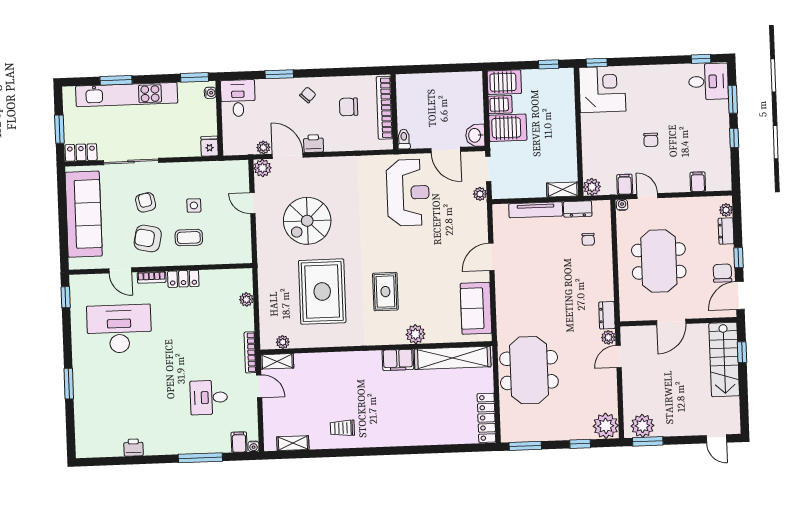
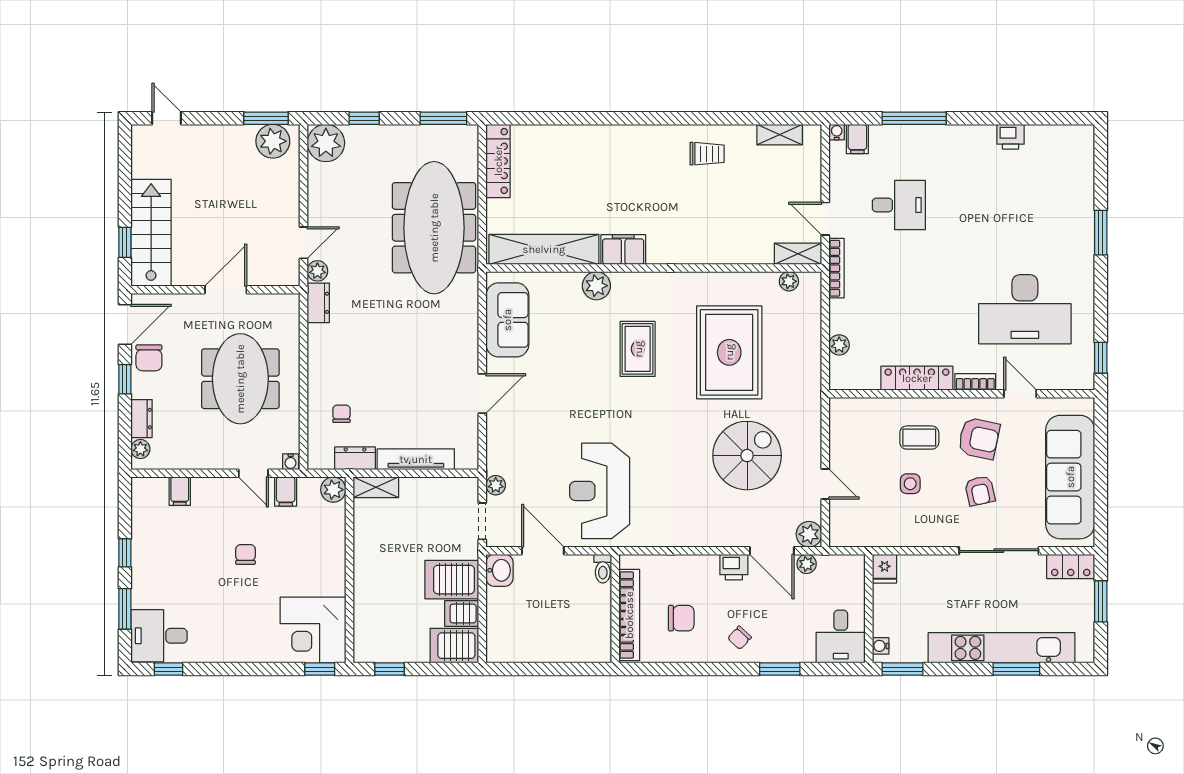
locker: (183, 279) -> (917, 378), width x1.53
meeting table: (529, 370) -> (434, 228), width x1.36

